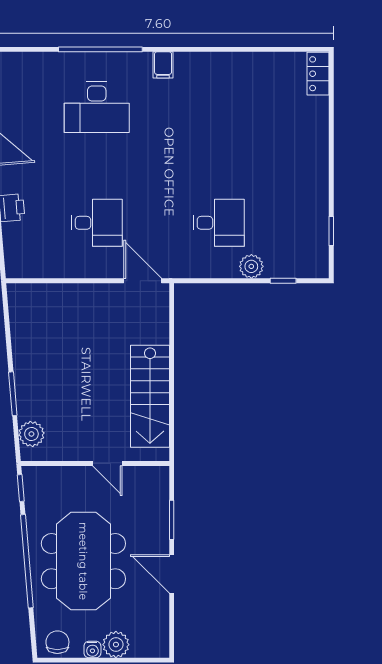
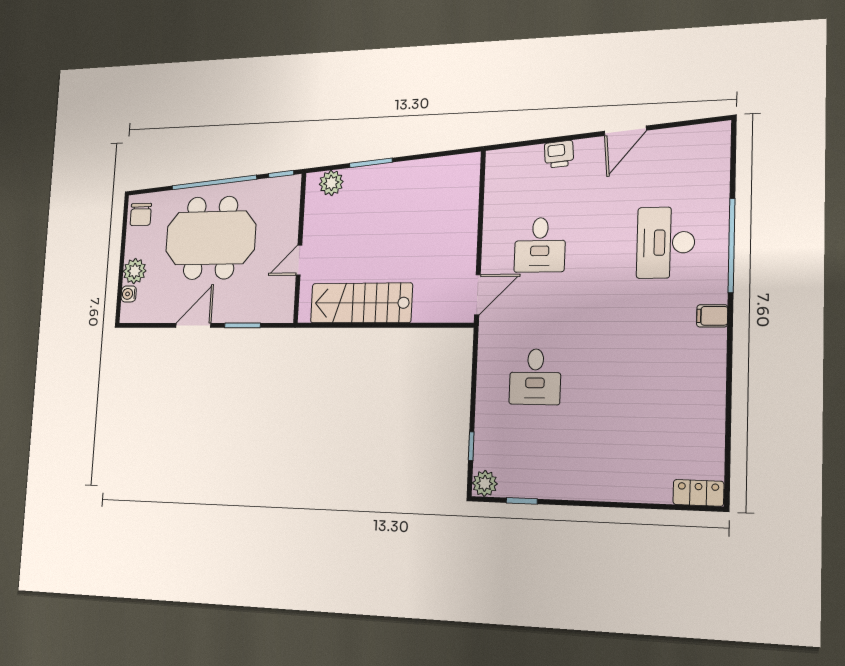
plant: (251, 266) -> (485, 483), moved
chair: (57, 642) -> (141, 214), turned 90
water cooler: (92, 649) -> (129, 294), moved

